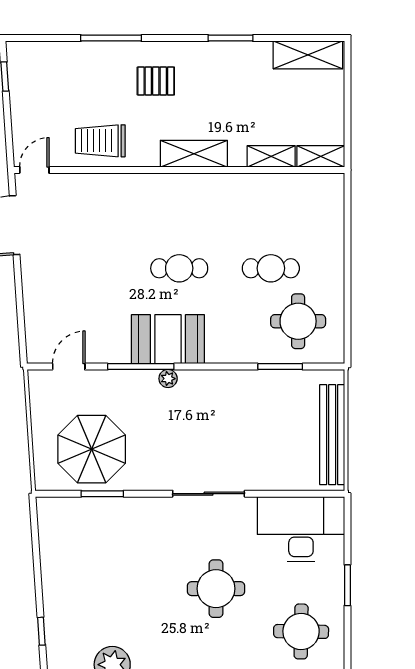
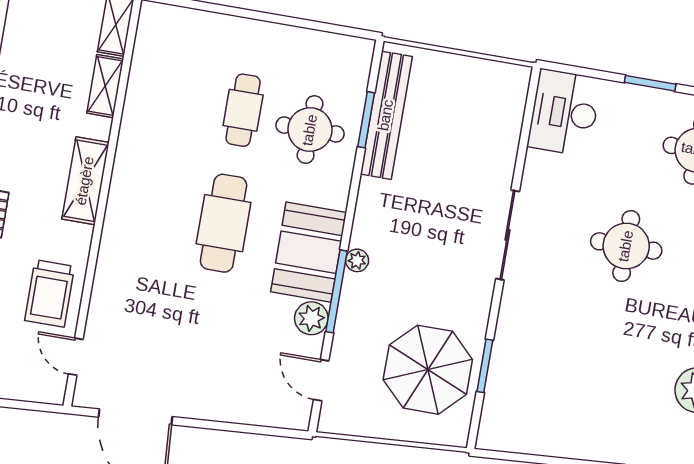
door: (34, 170) -> (76, 357), moved
cafe table: (179, 268) -> (224, 223), width x1.37, depth x1.35
round table: (298, 321) -> (310, 130), moved
plant: (116, 350) -> (311, 318), added
bench: (332, 435) -> (386, 115), moved, turned 90
desk: (301, 529) -> (564, 113), width x0.73, depth x0.77

